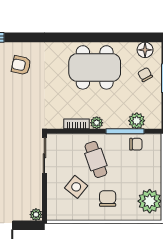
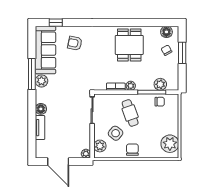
dining table: (95, 67) -> (129, 45), width x0.73
chair: (108, 199) -> (132, 150), moved
plant: (55, 204) -> (100, 146), added

